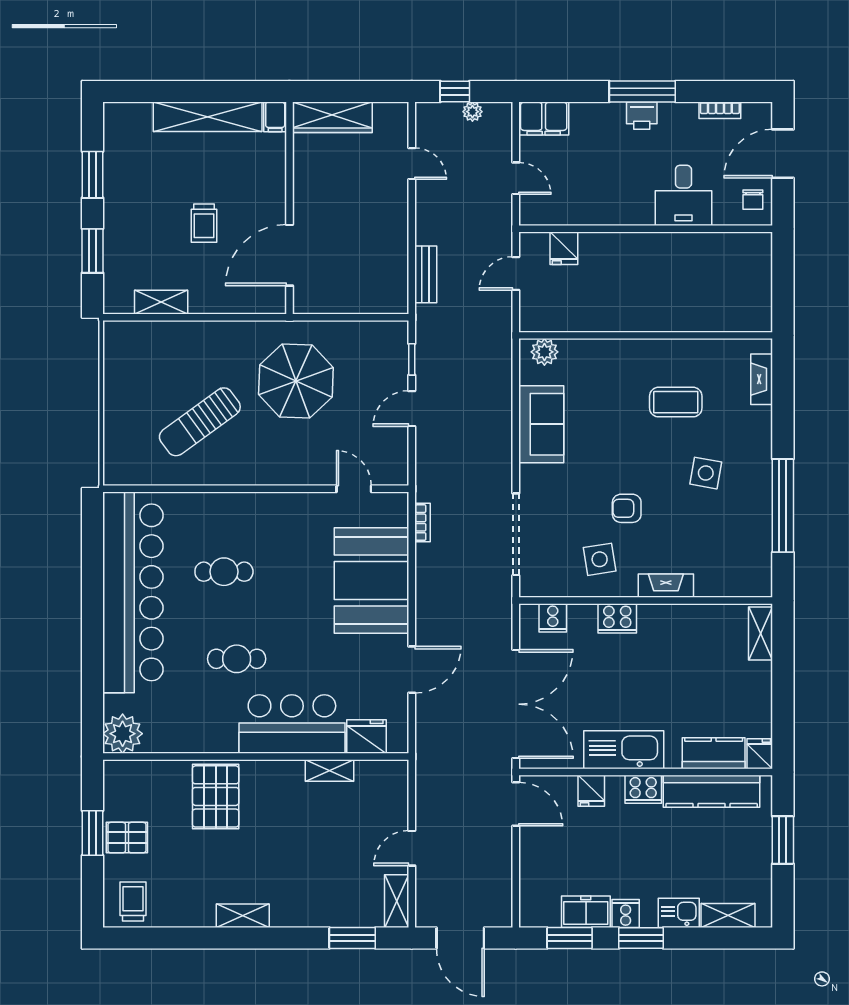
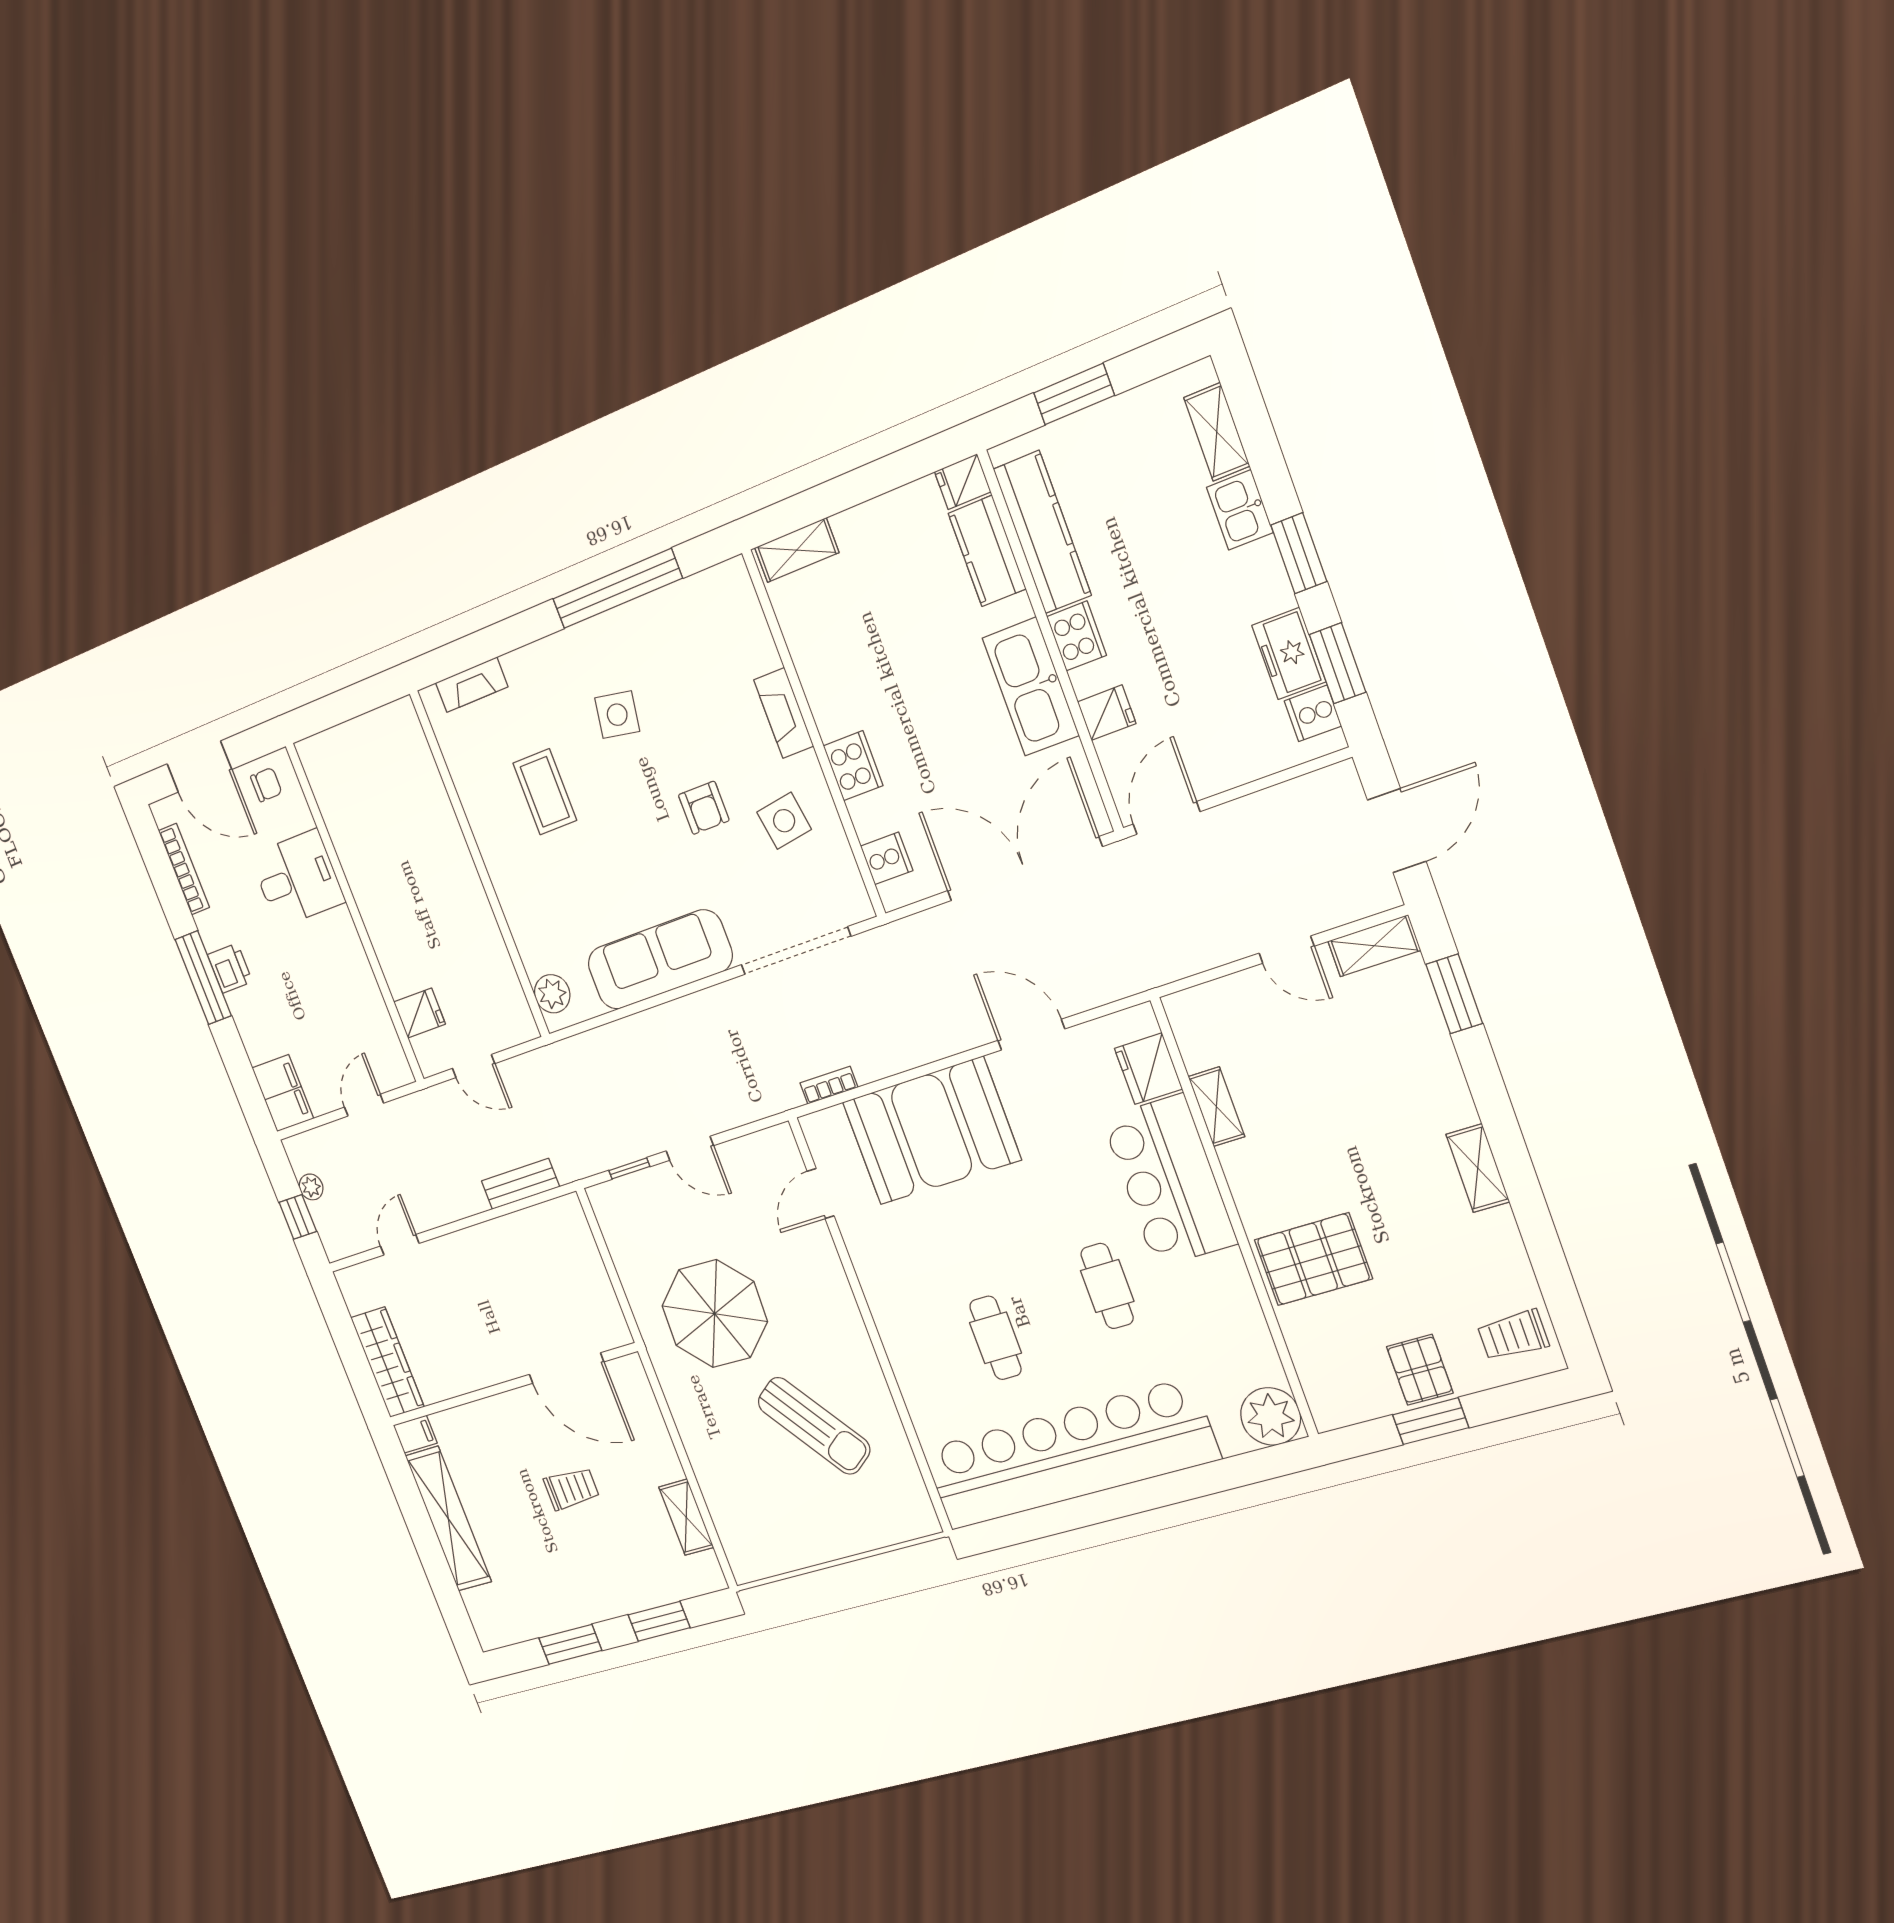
bookcase: (720, 110) -> (184, 869), width x1.56
sofa: (541, 424) -> (660, 960), width x1.36
cooker: (626, 913) -> (1313, 713), moved

